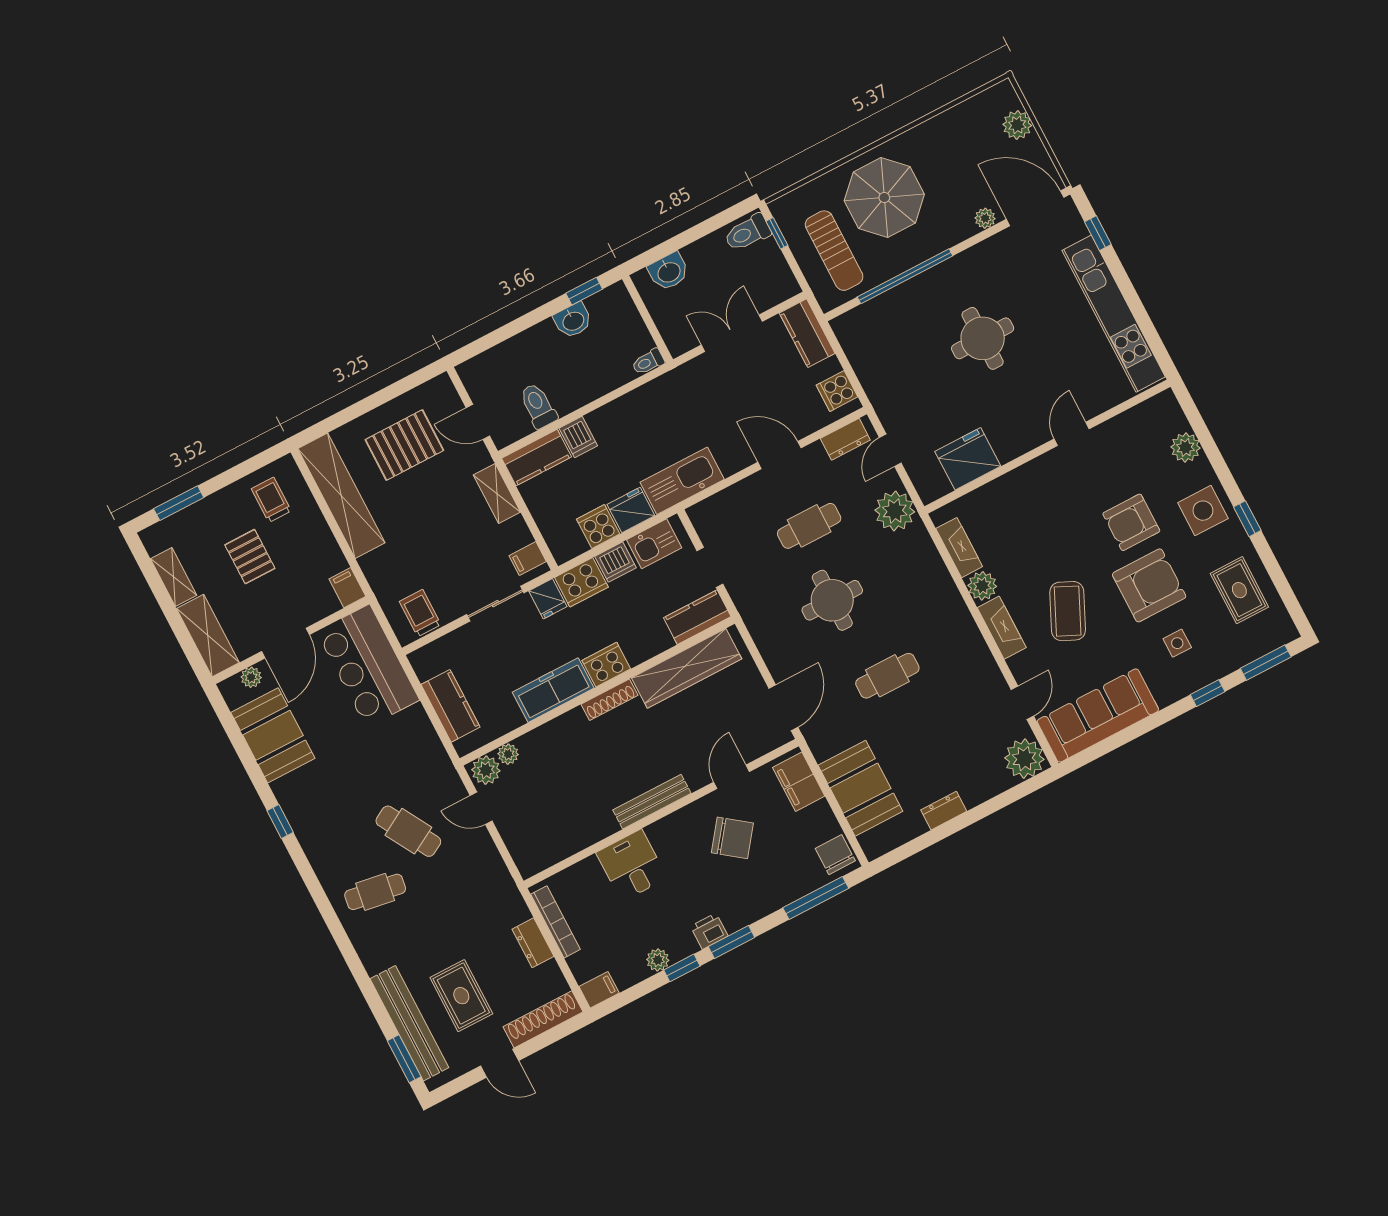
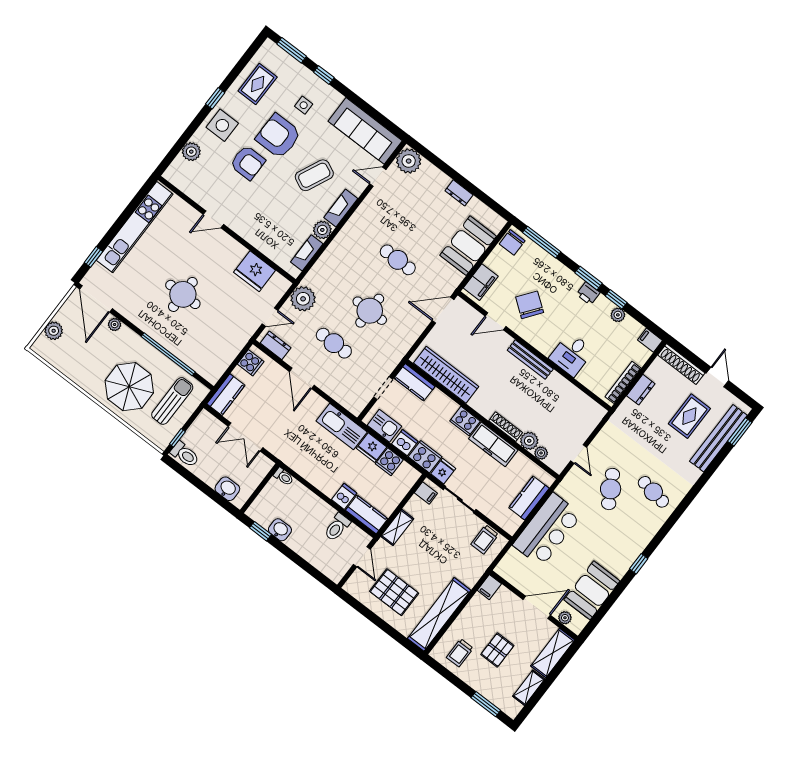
bar counter: (368, 666) -> (547, 530), moved
shoe rack: (610, 700) -> (506, 427), moved
plant: (486, 770) -> (529, 441), moved

